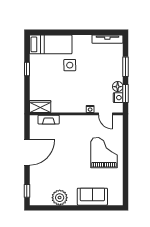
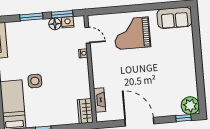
door: (105, 114) -> (87, 35), hinge flipped
sofa: (92, 197) -> (175, 18), moved, turned -90
plant: (60, 198) -> (190, 106), moved

